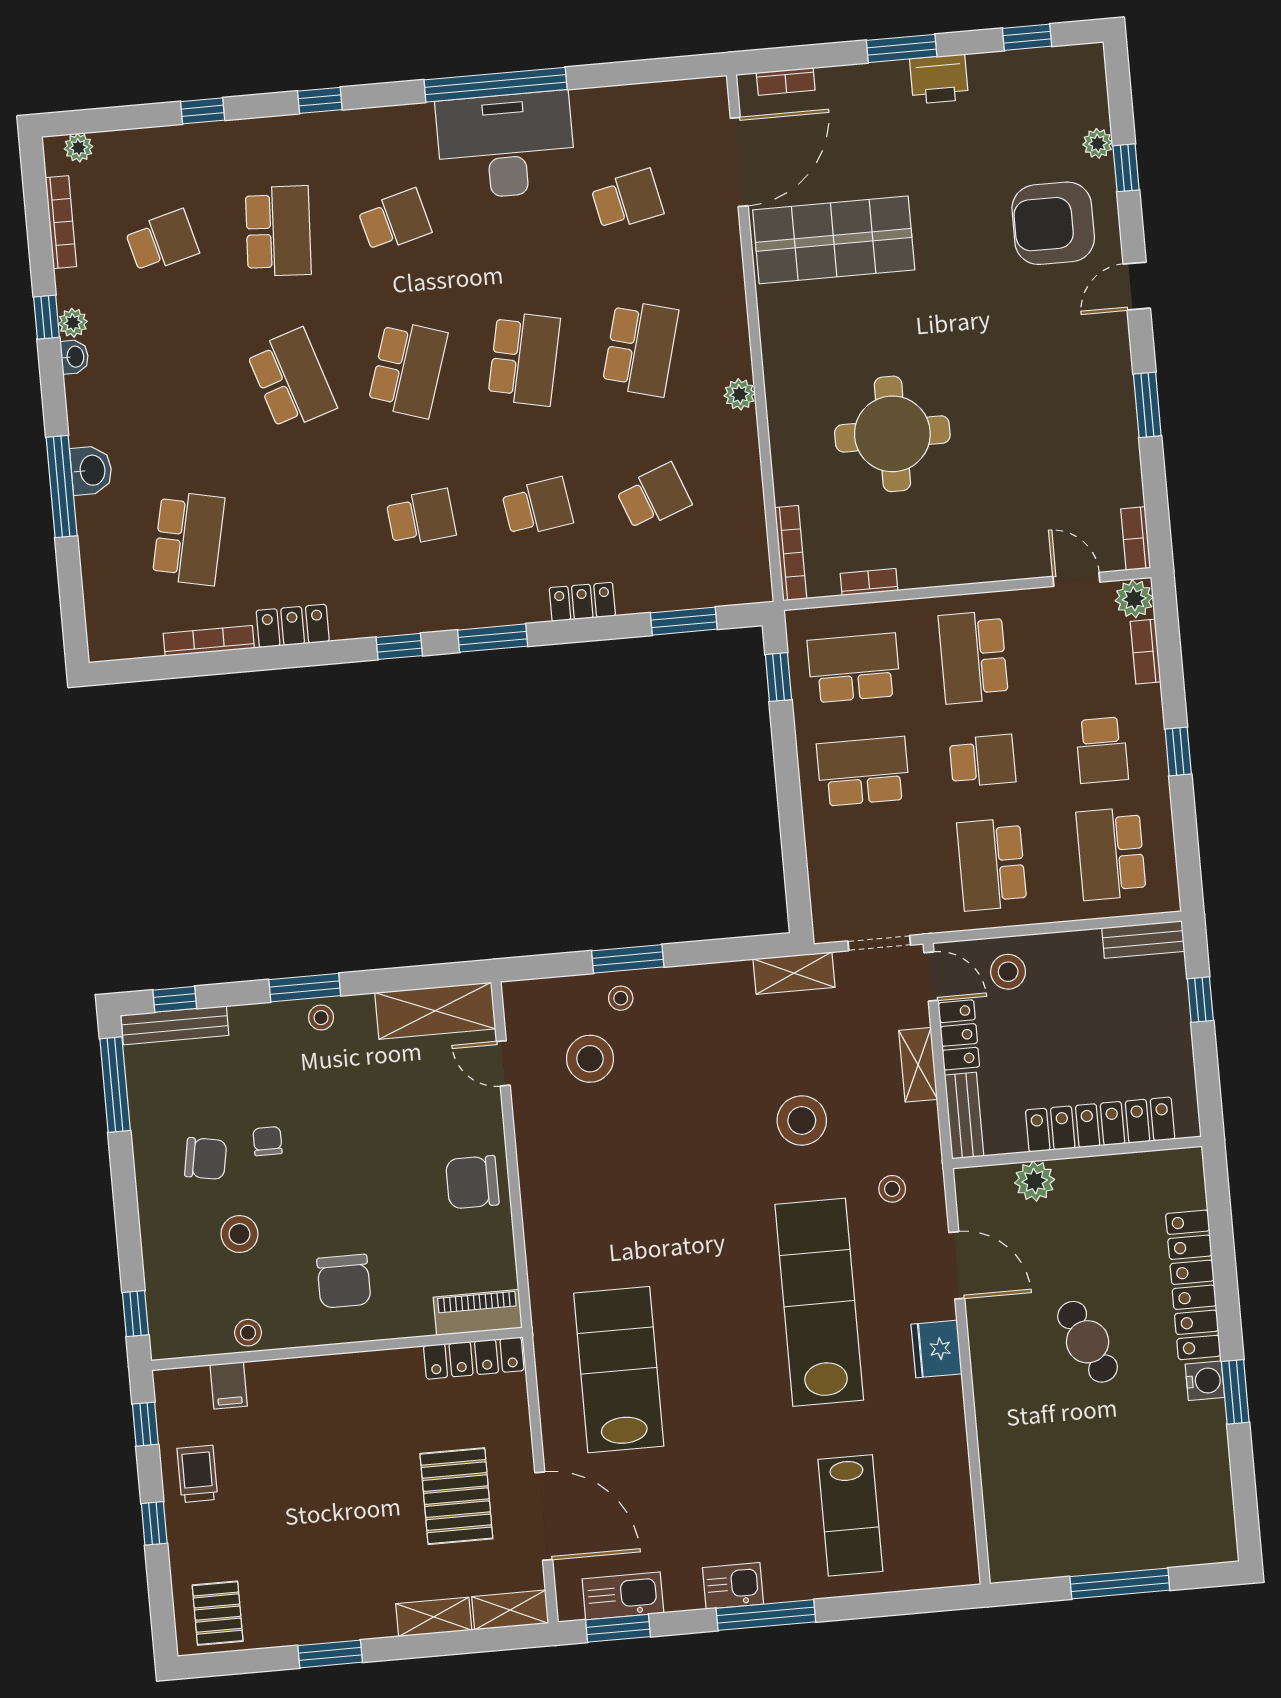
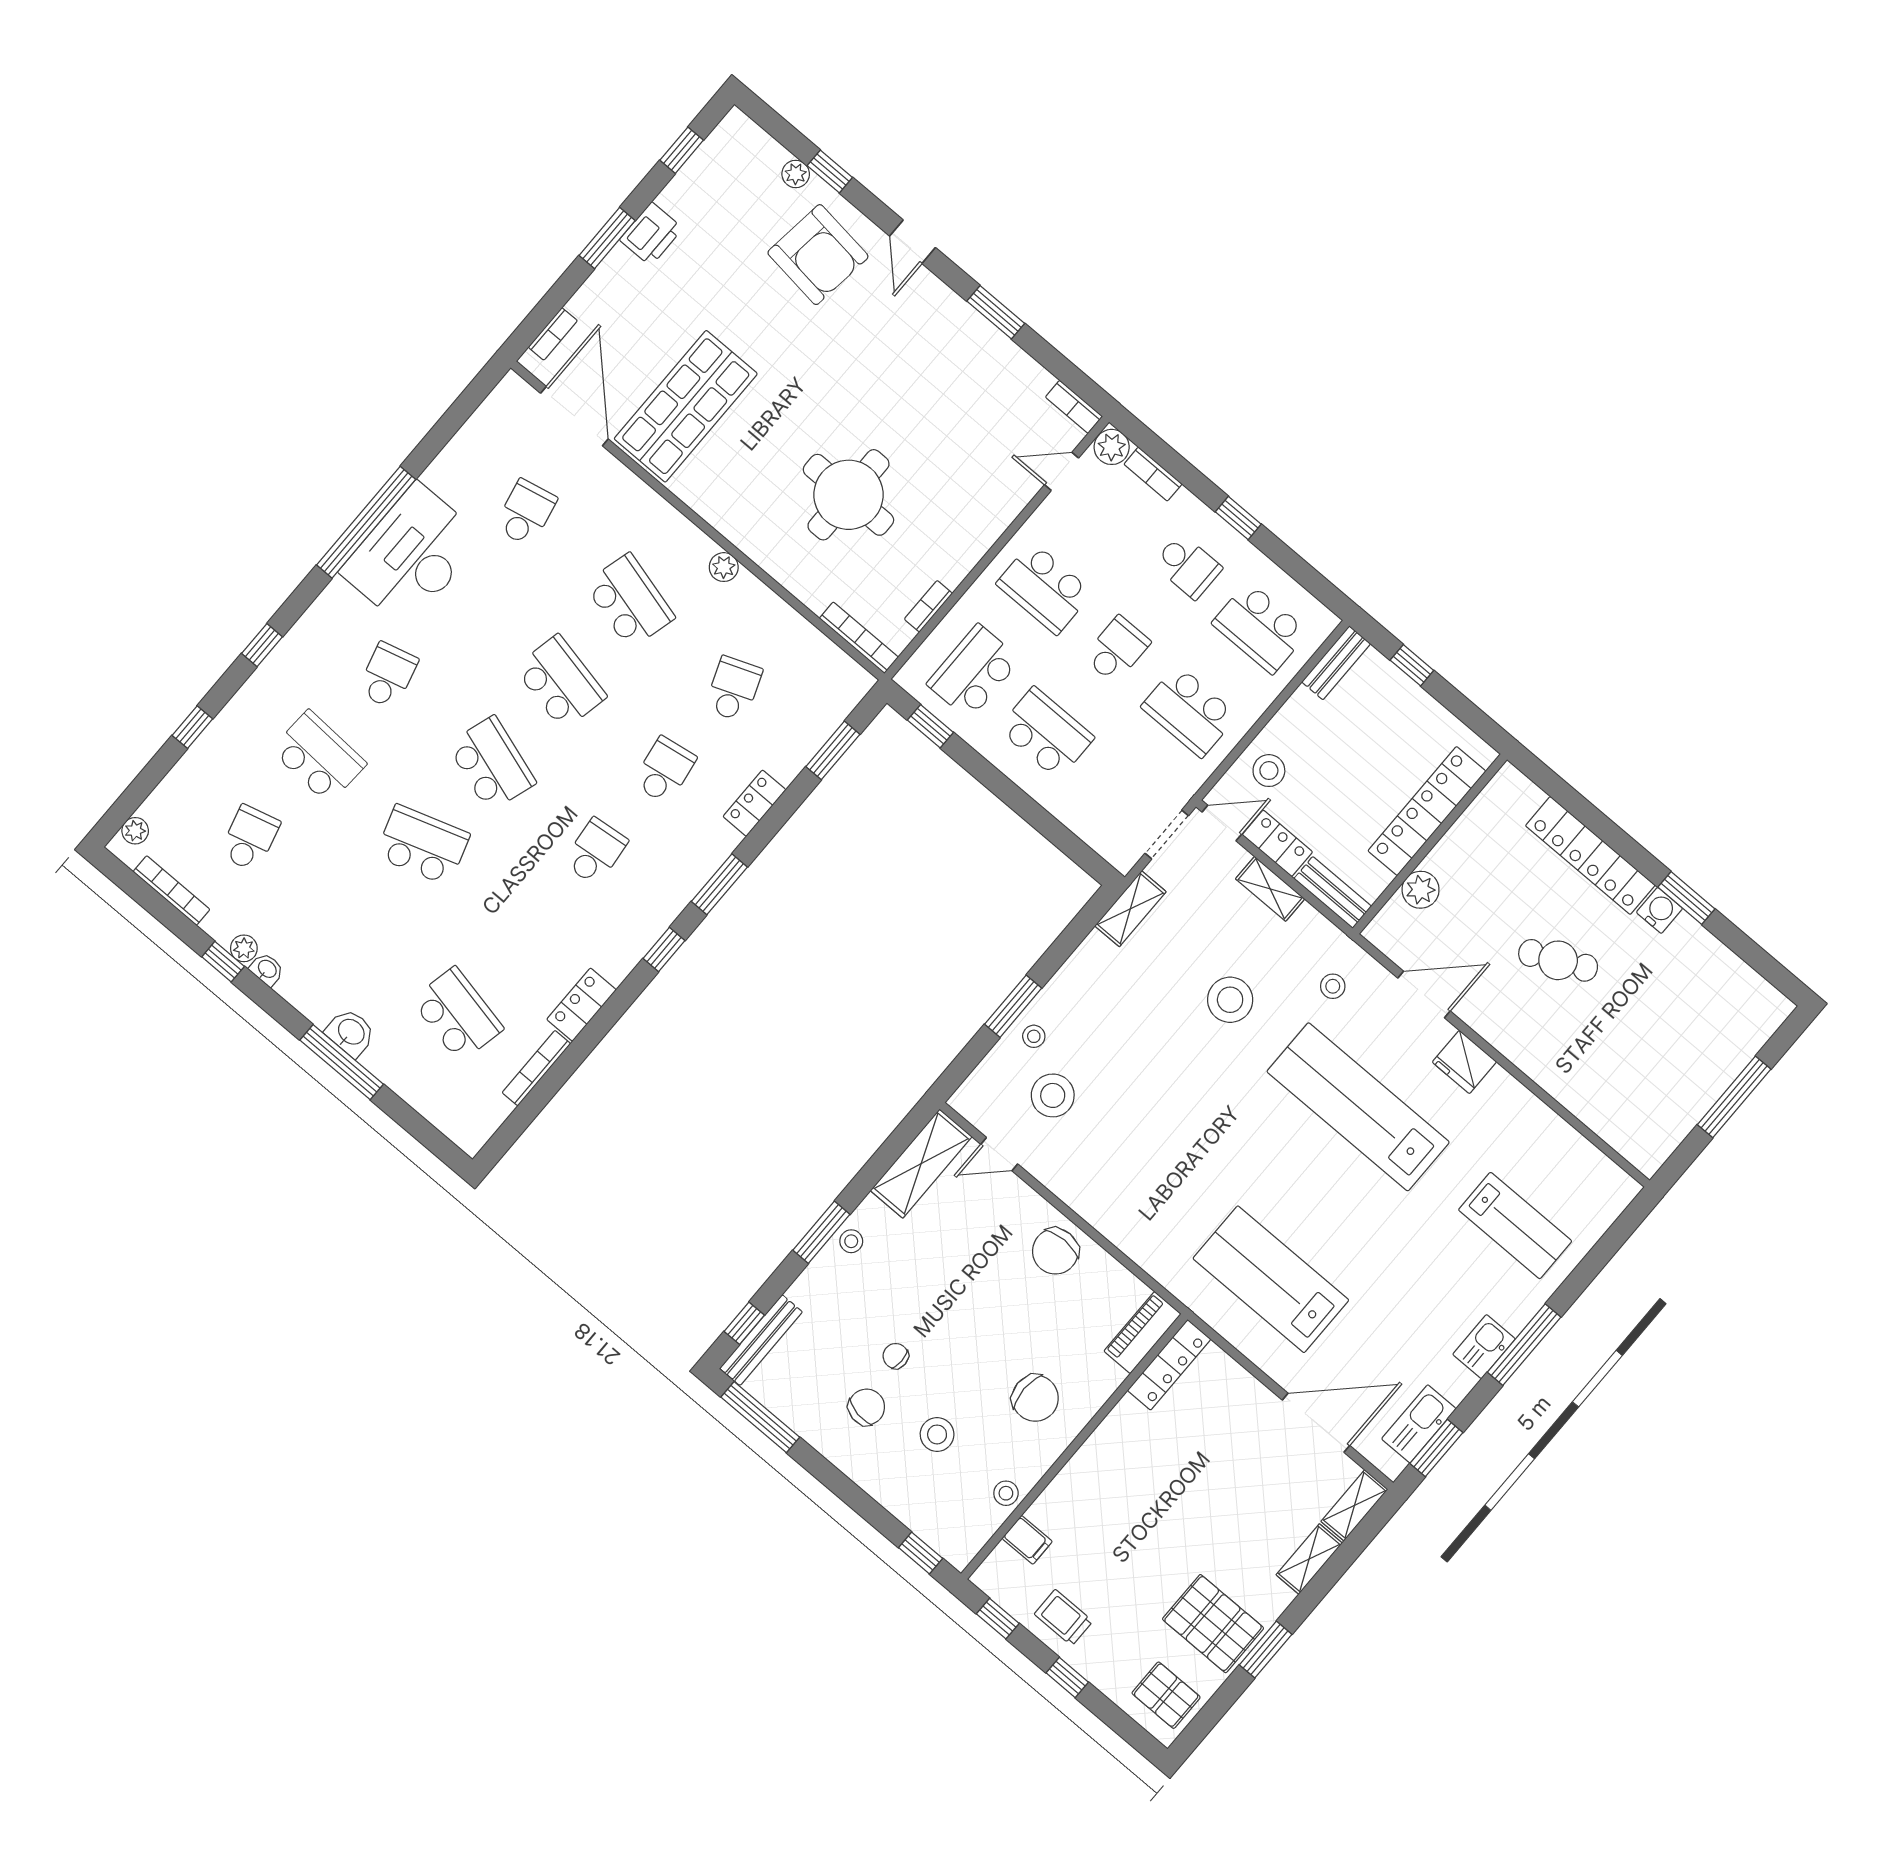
armchair: (1053, 223) -> (818, 255), turned -83
school desk: (863, 771) -> (1046, 733), turned 90
pallet: (456, 1496) -> (1213, 1624), moved

